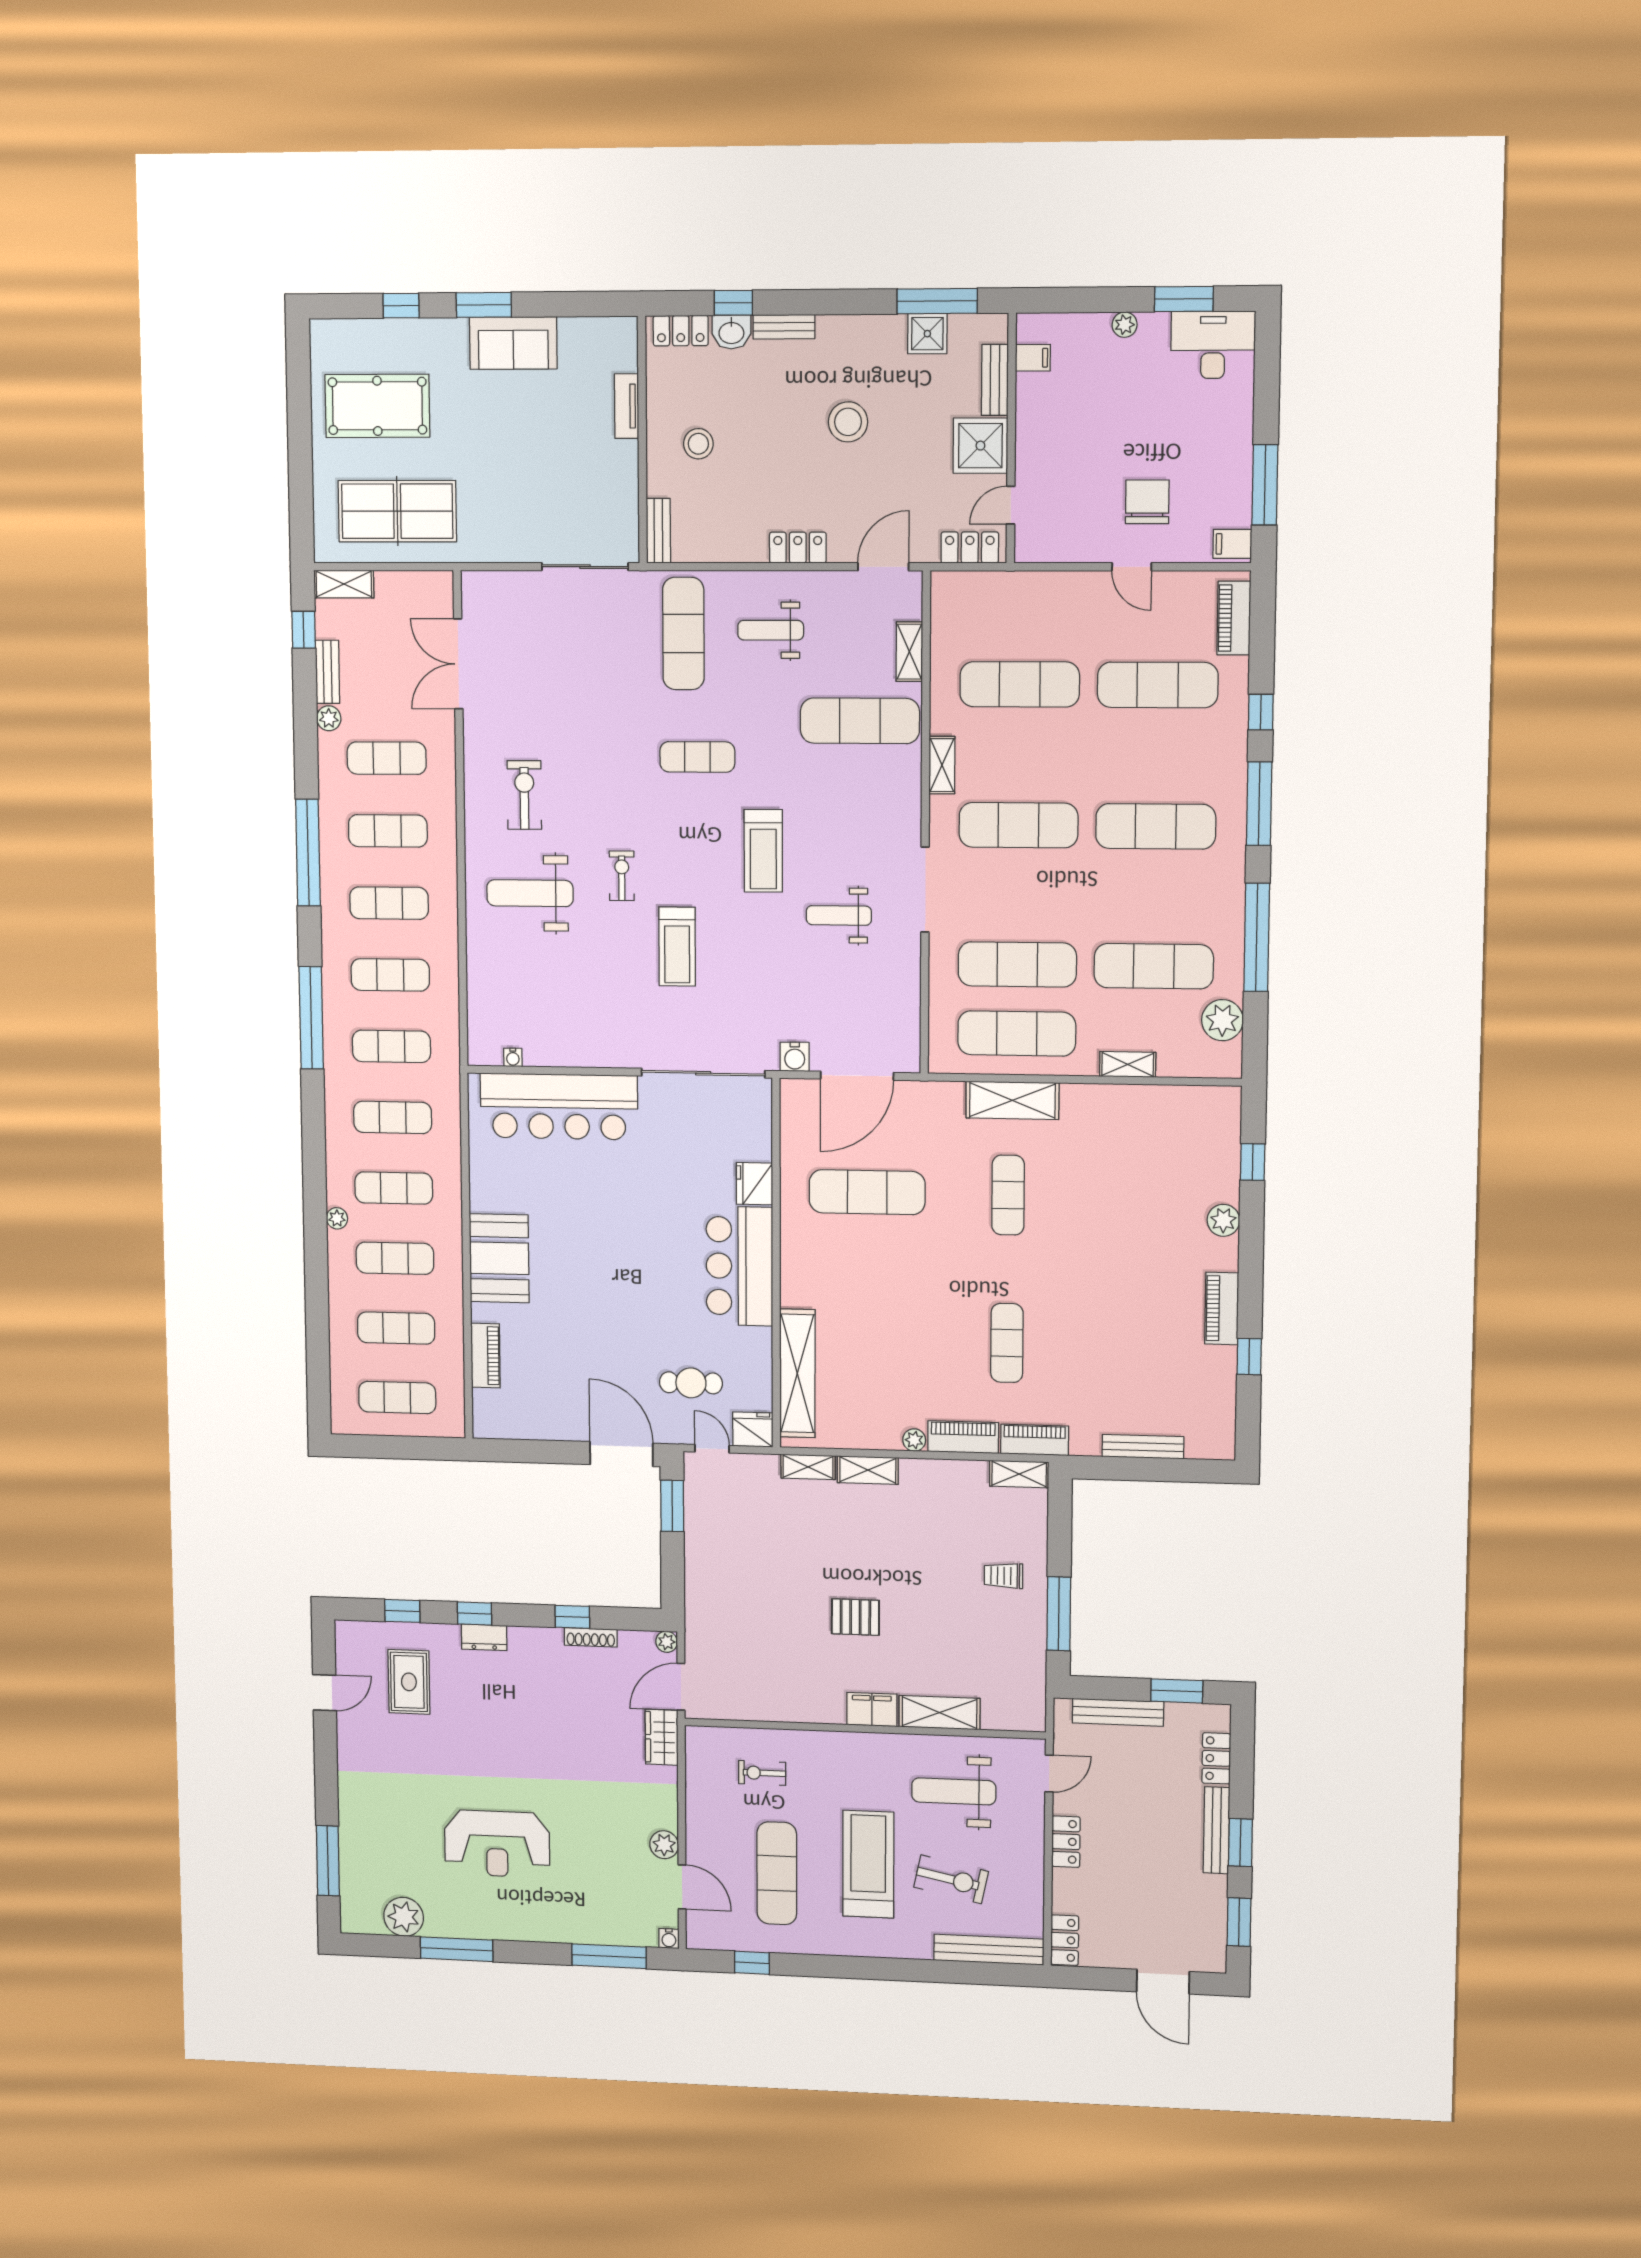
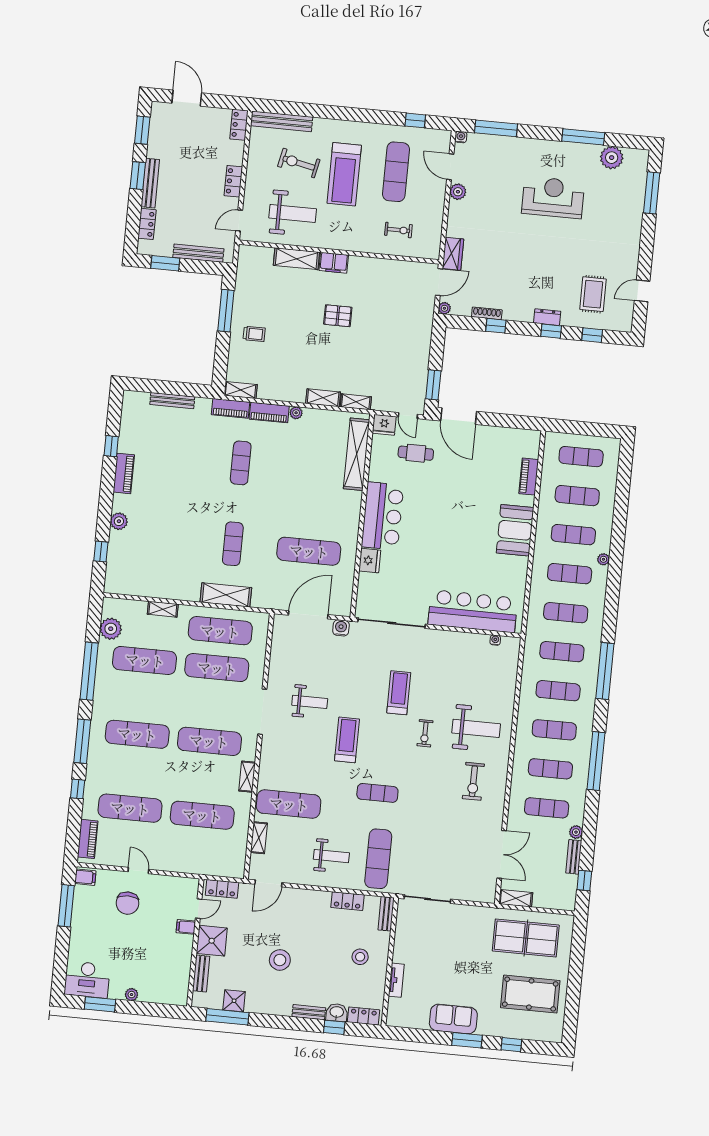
filing cabinet: (1033, 358) -> (186, 927), moved
locker: (798, 548) -> (347, 901), moved
shelving: (344, 584) -> (516, 898), moved

